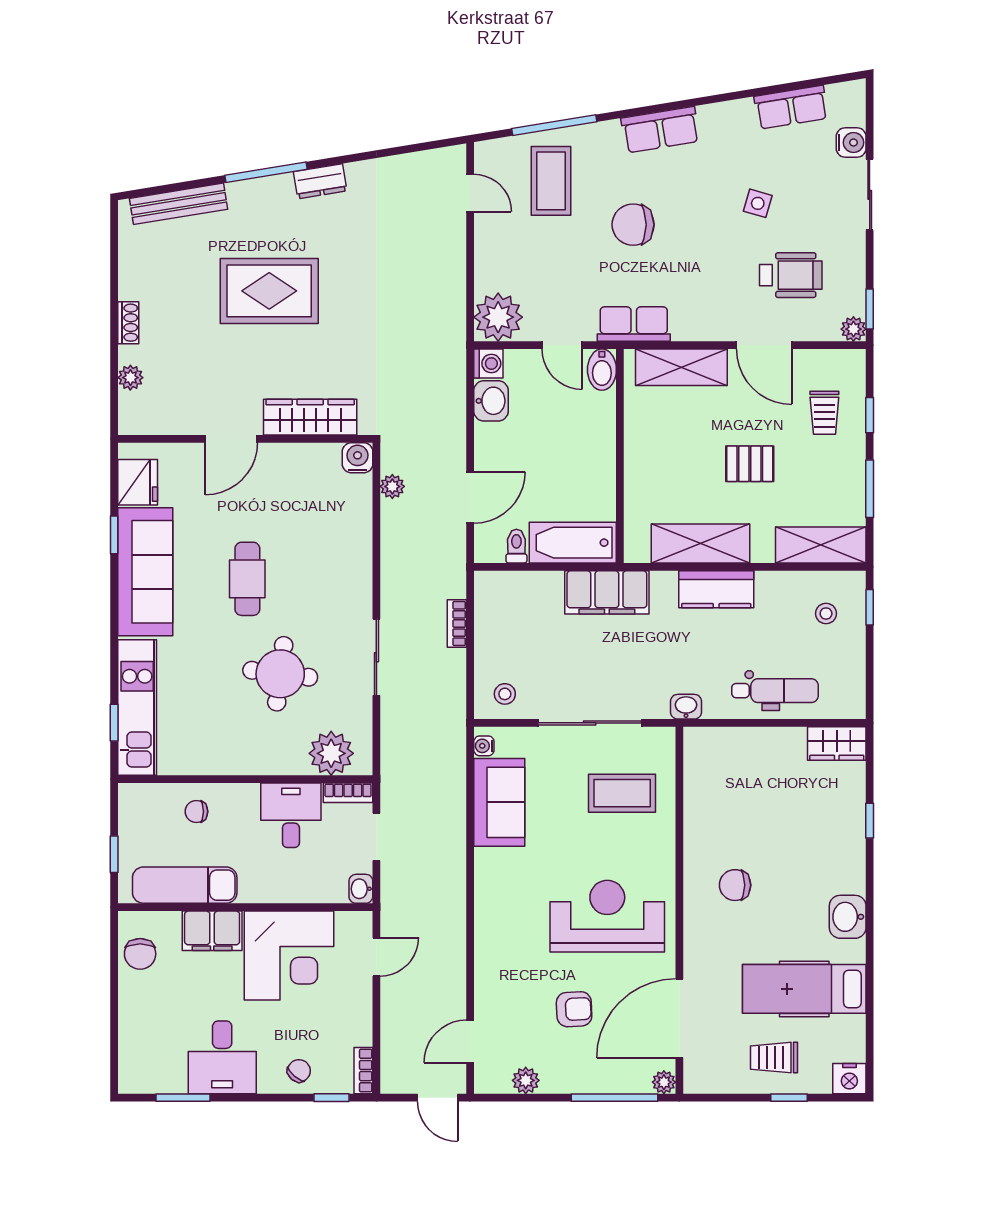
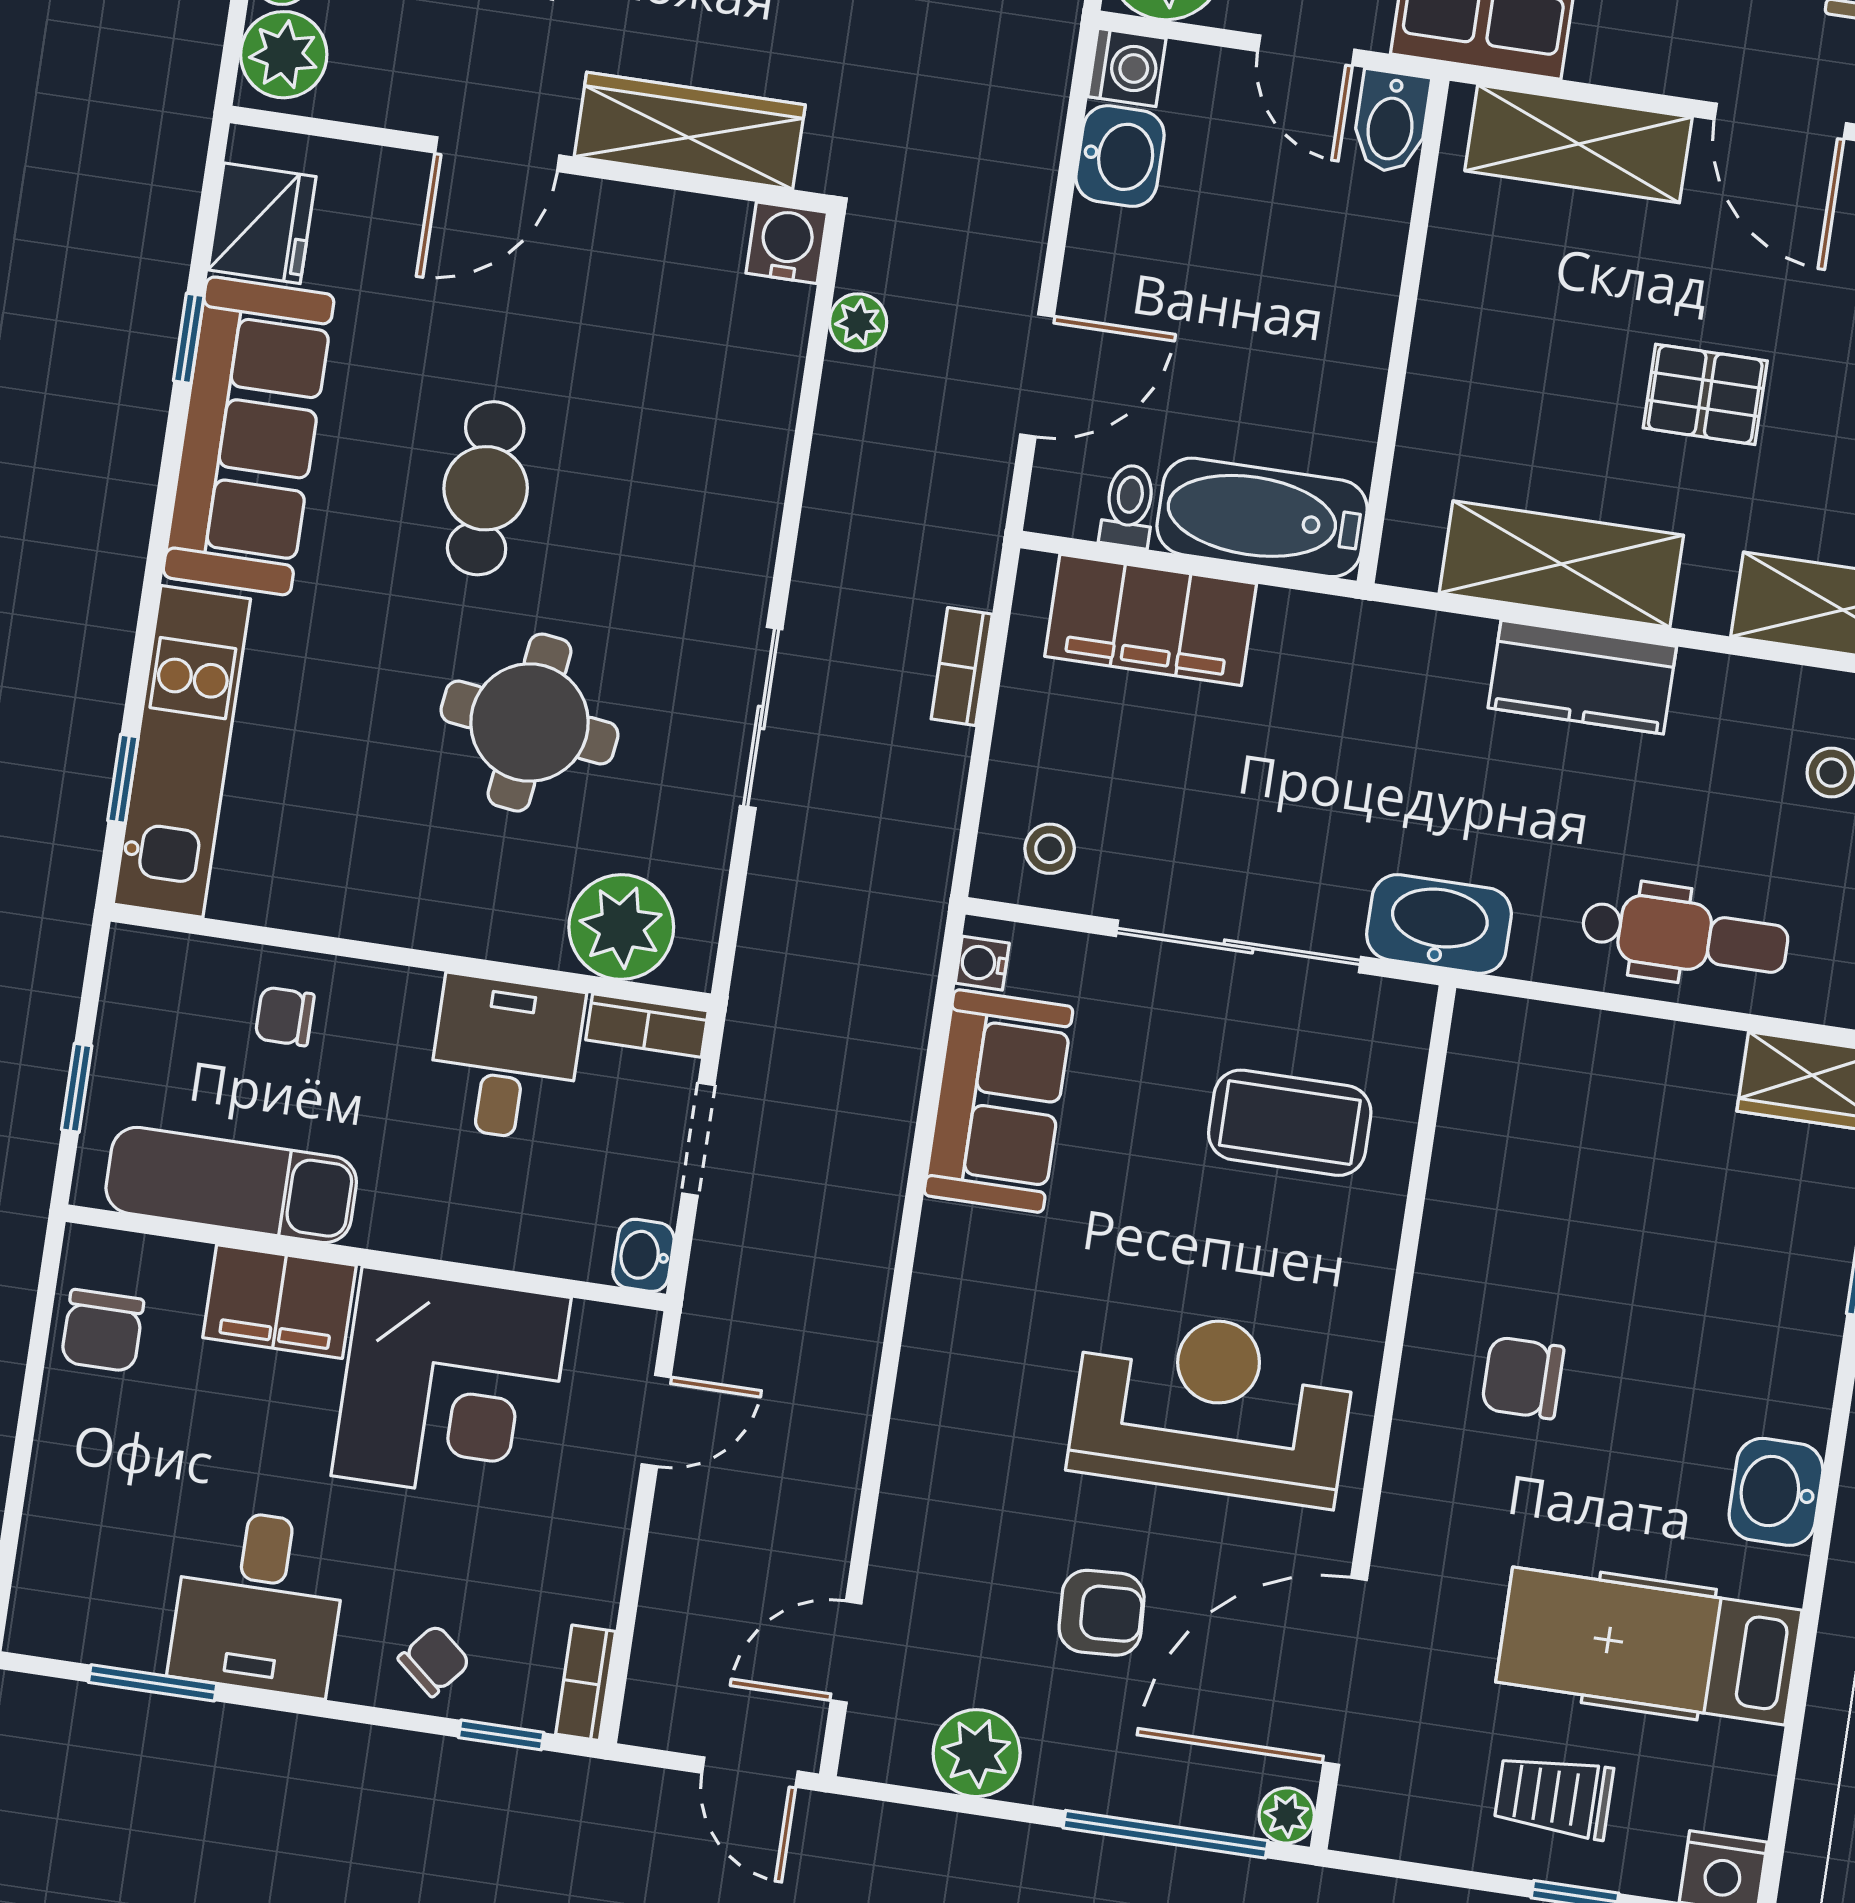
plant: (136, 411) -> (284, 55), added
filing cabinet: (607, 592) -> (1151, 620), moved
washbasin: (686, 707) -> (1439, 924), width x1.91, depth x1.45
plant: (526, 1080) -> (977, 1753), width x1.38, depth x1.38

